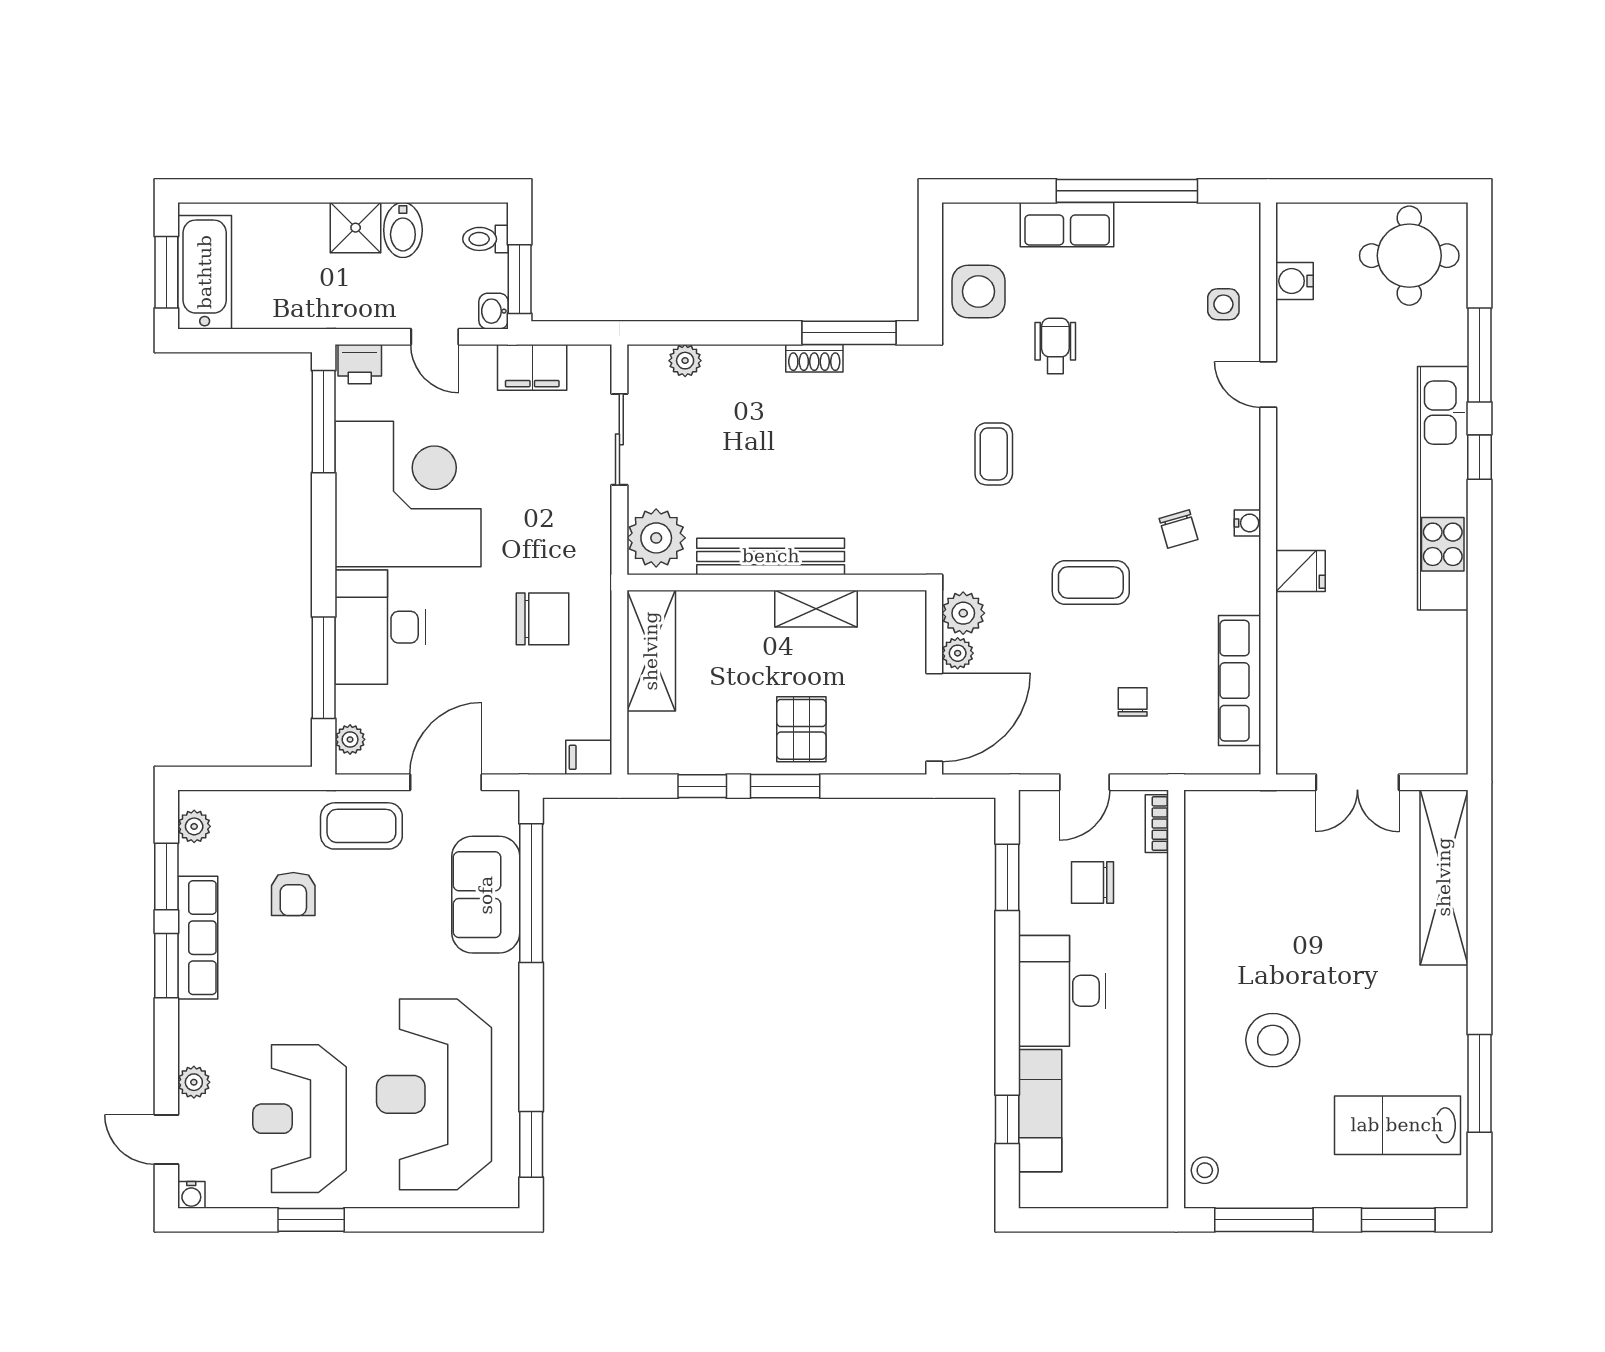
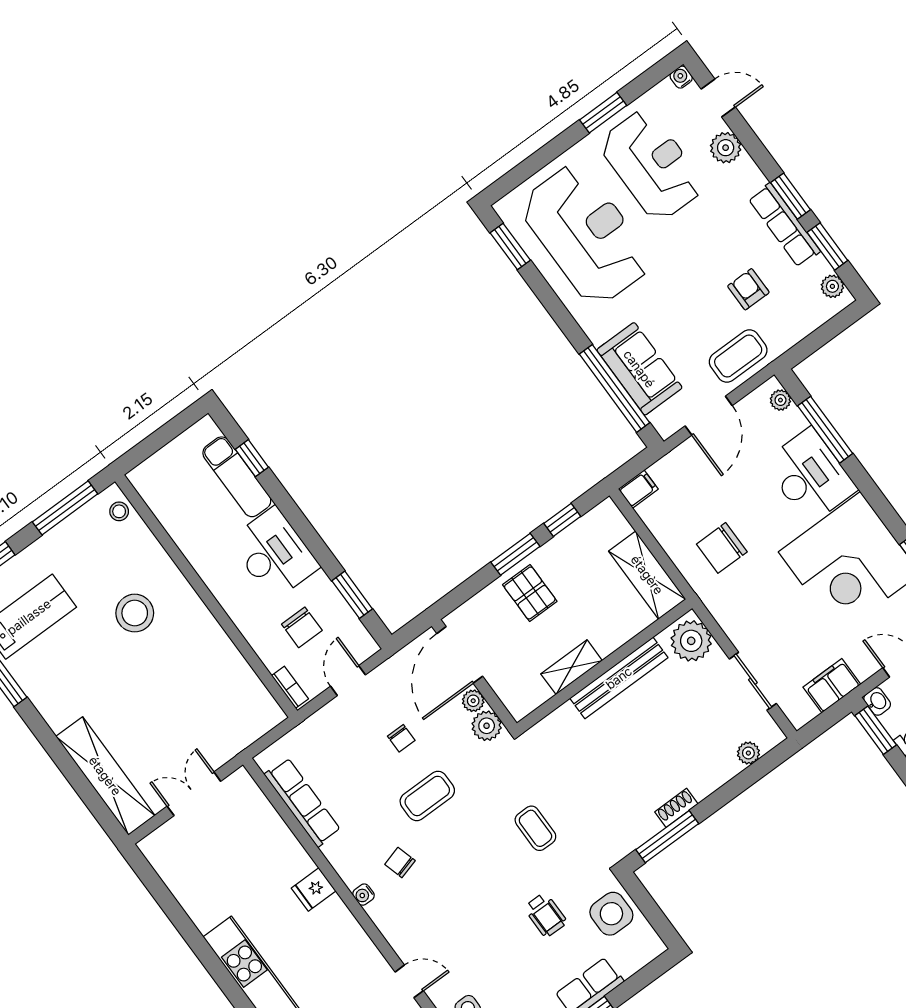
chair: (1133, 702) -> (401, 738), moved
chair: (1093, 882) -> (302, 627), turned 90
plant: (194, 1082) -> (726, 148), width x1.38, depth x1.38

